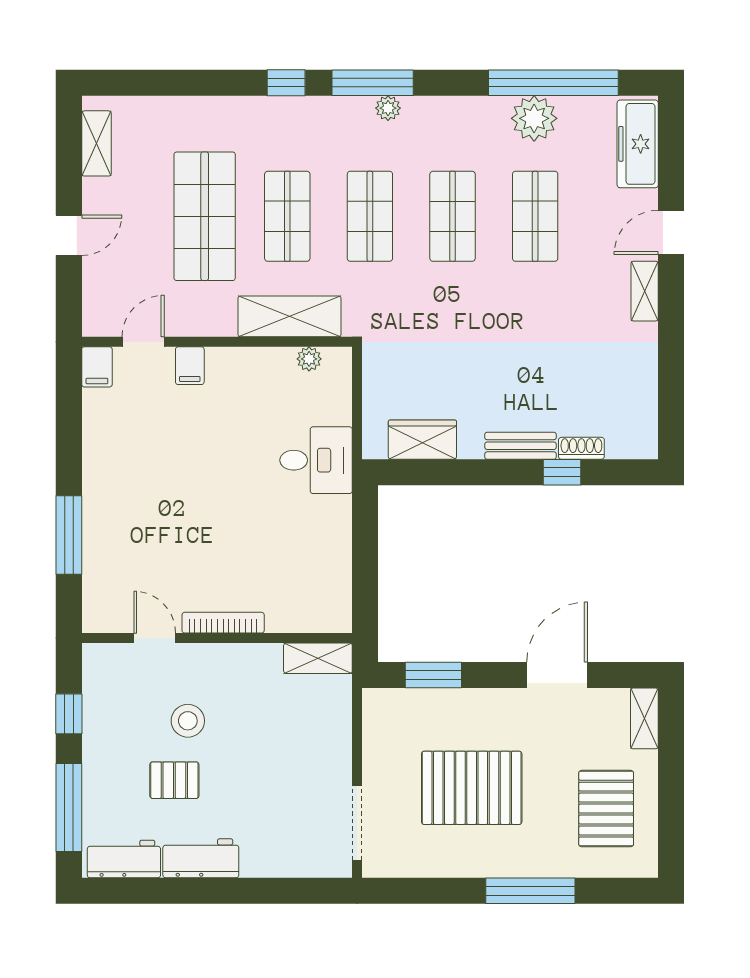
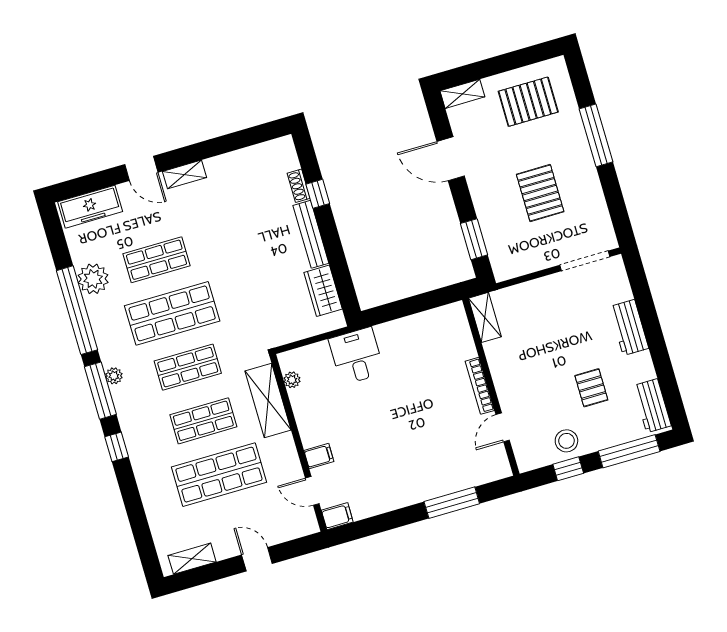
window: (553, 83) -> (77, 310), moved
shop shelf: (453, 216) -> (172, 313), width x1.43, depth x1.36
bench: (521, 446) -> (311, 234), width x1.36
stool: (188, 721) -> (566, 441), moved
pallet: (472, 788) -> (540, 193), width x0.73, depth x0.71
workbench: (201, 858) -> (629, 328), moved

